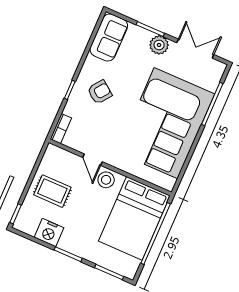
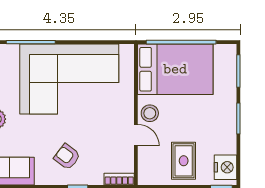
door: (92, 160) -> (136, 135), hinge flipped
nightstand: (49, 233) -> (225, 167), moved

